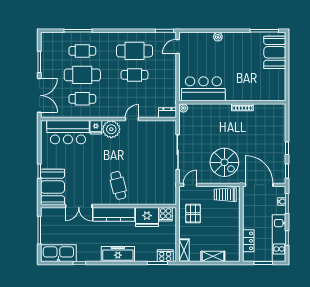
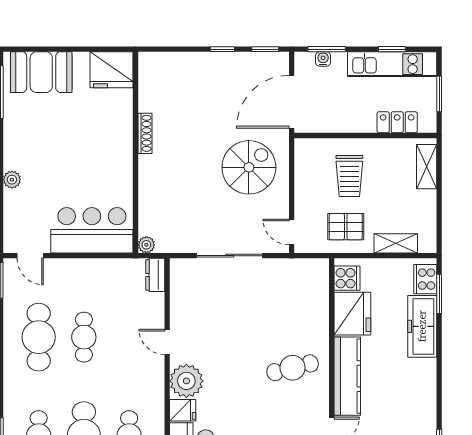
bar counter: (203, 89) -> (92, 230), moved, turned 90
fridge: (276, 90) -> (112, 70), added
trolley: (225, 195) -> (349, 176), moved
shelving: (184, 250) -> (396, 243), moved
freezer: (118, 254) -> (422, 326), moved
shelving: (213, 256) -> (427, 167), moved

